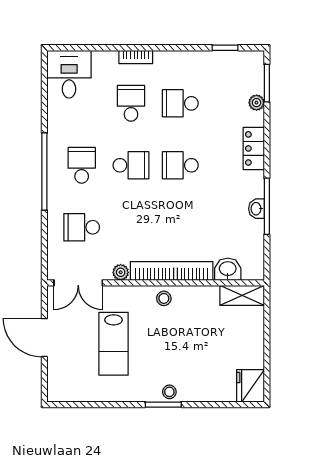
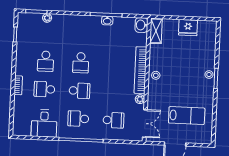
desk: (69, 74) -> (44, 123), moved, turned -90
locker: (254, 148) -> (73, 21), removed
school desk: (131, 165) -> (80, 91), turned 90
school desk: (82, 227) -> (113, 120), turned -90
washbasin: (228, 269) -> (141, 25), moved
lab bench: (114, 344) -> (187, 116), moved
fridge: (250, 386) -> (188, 28), moved

